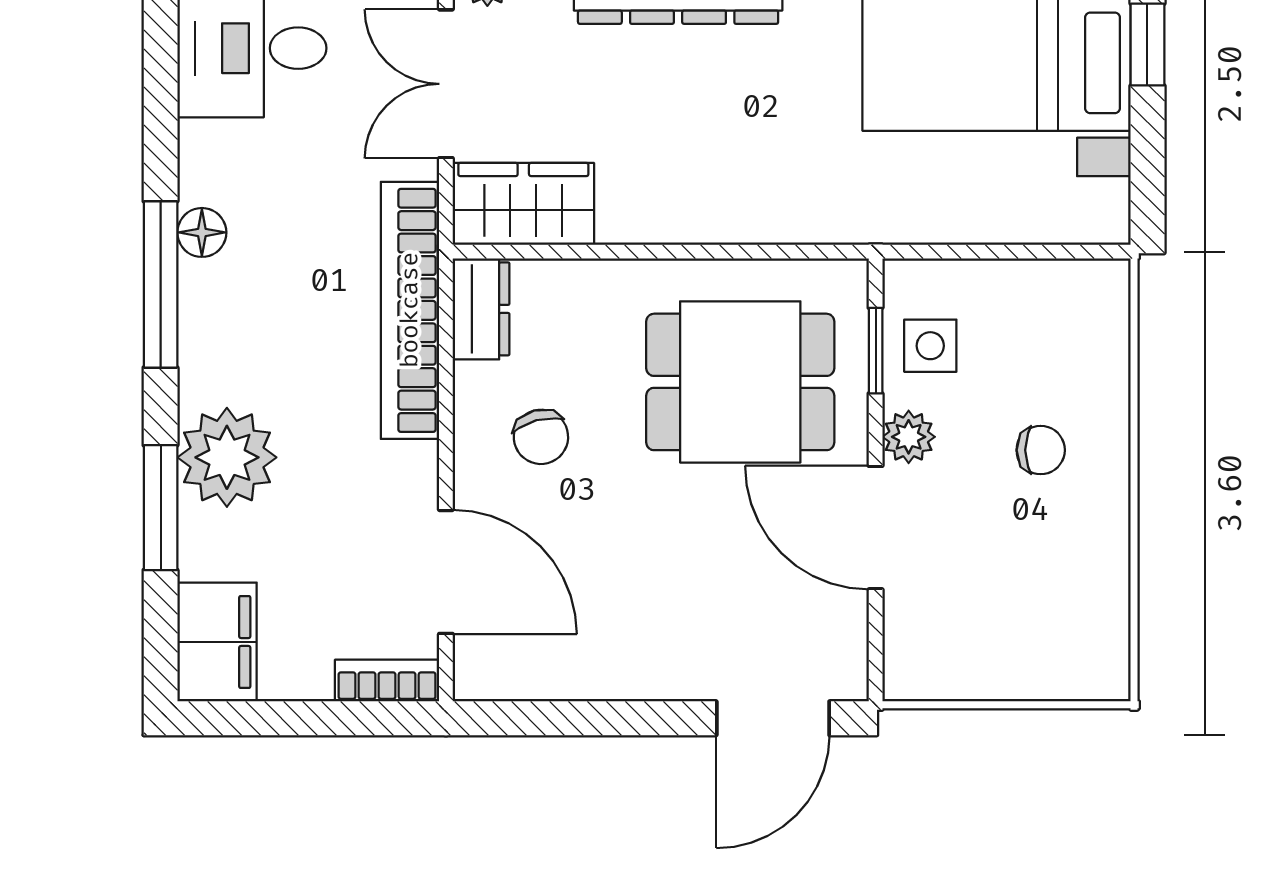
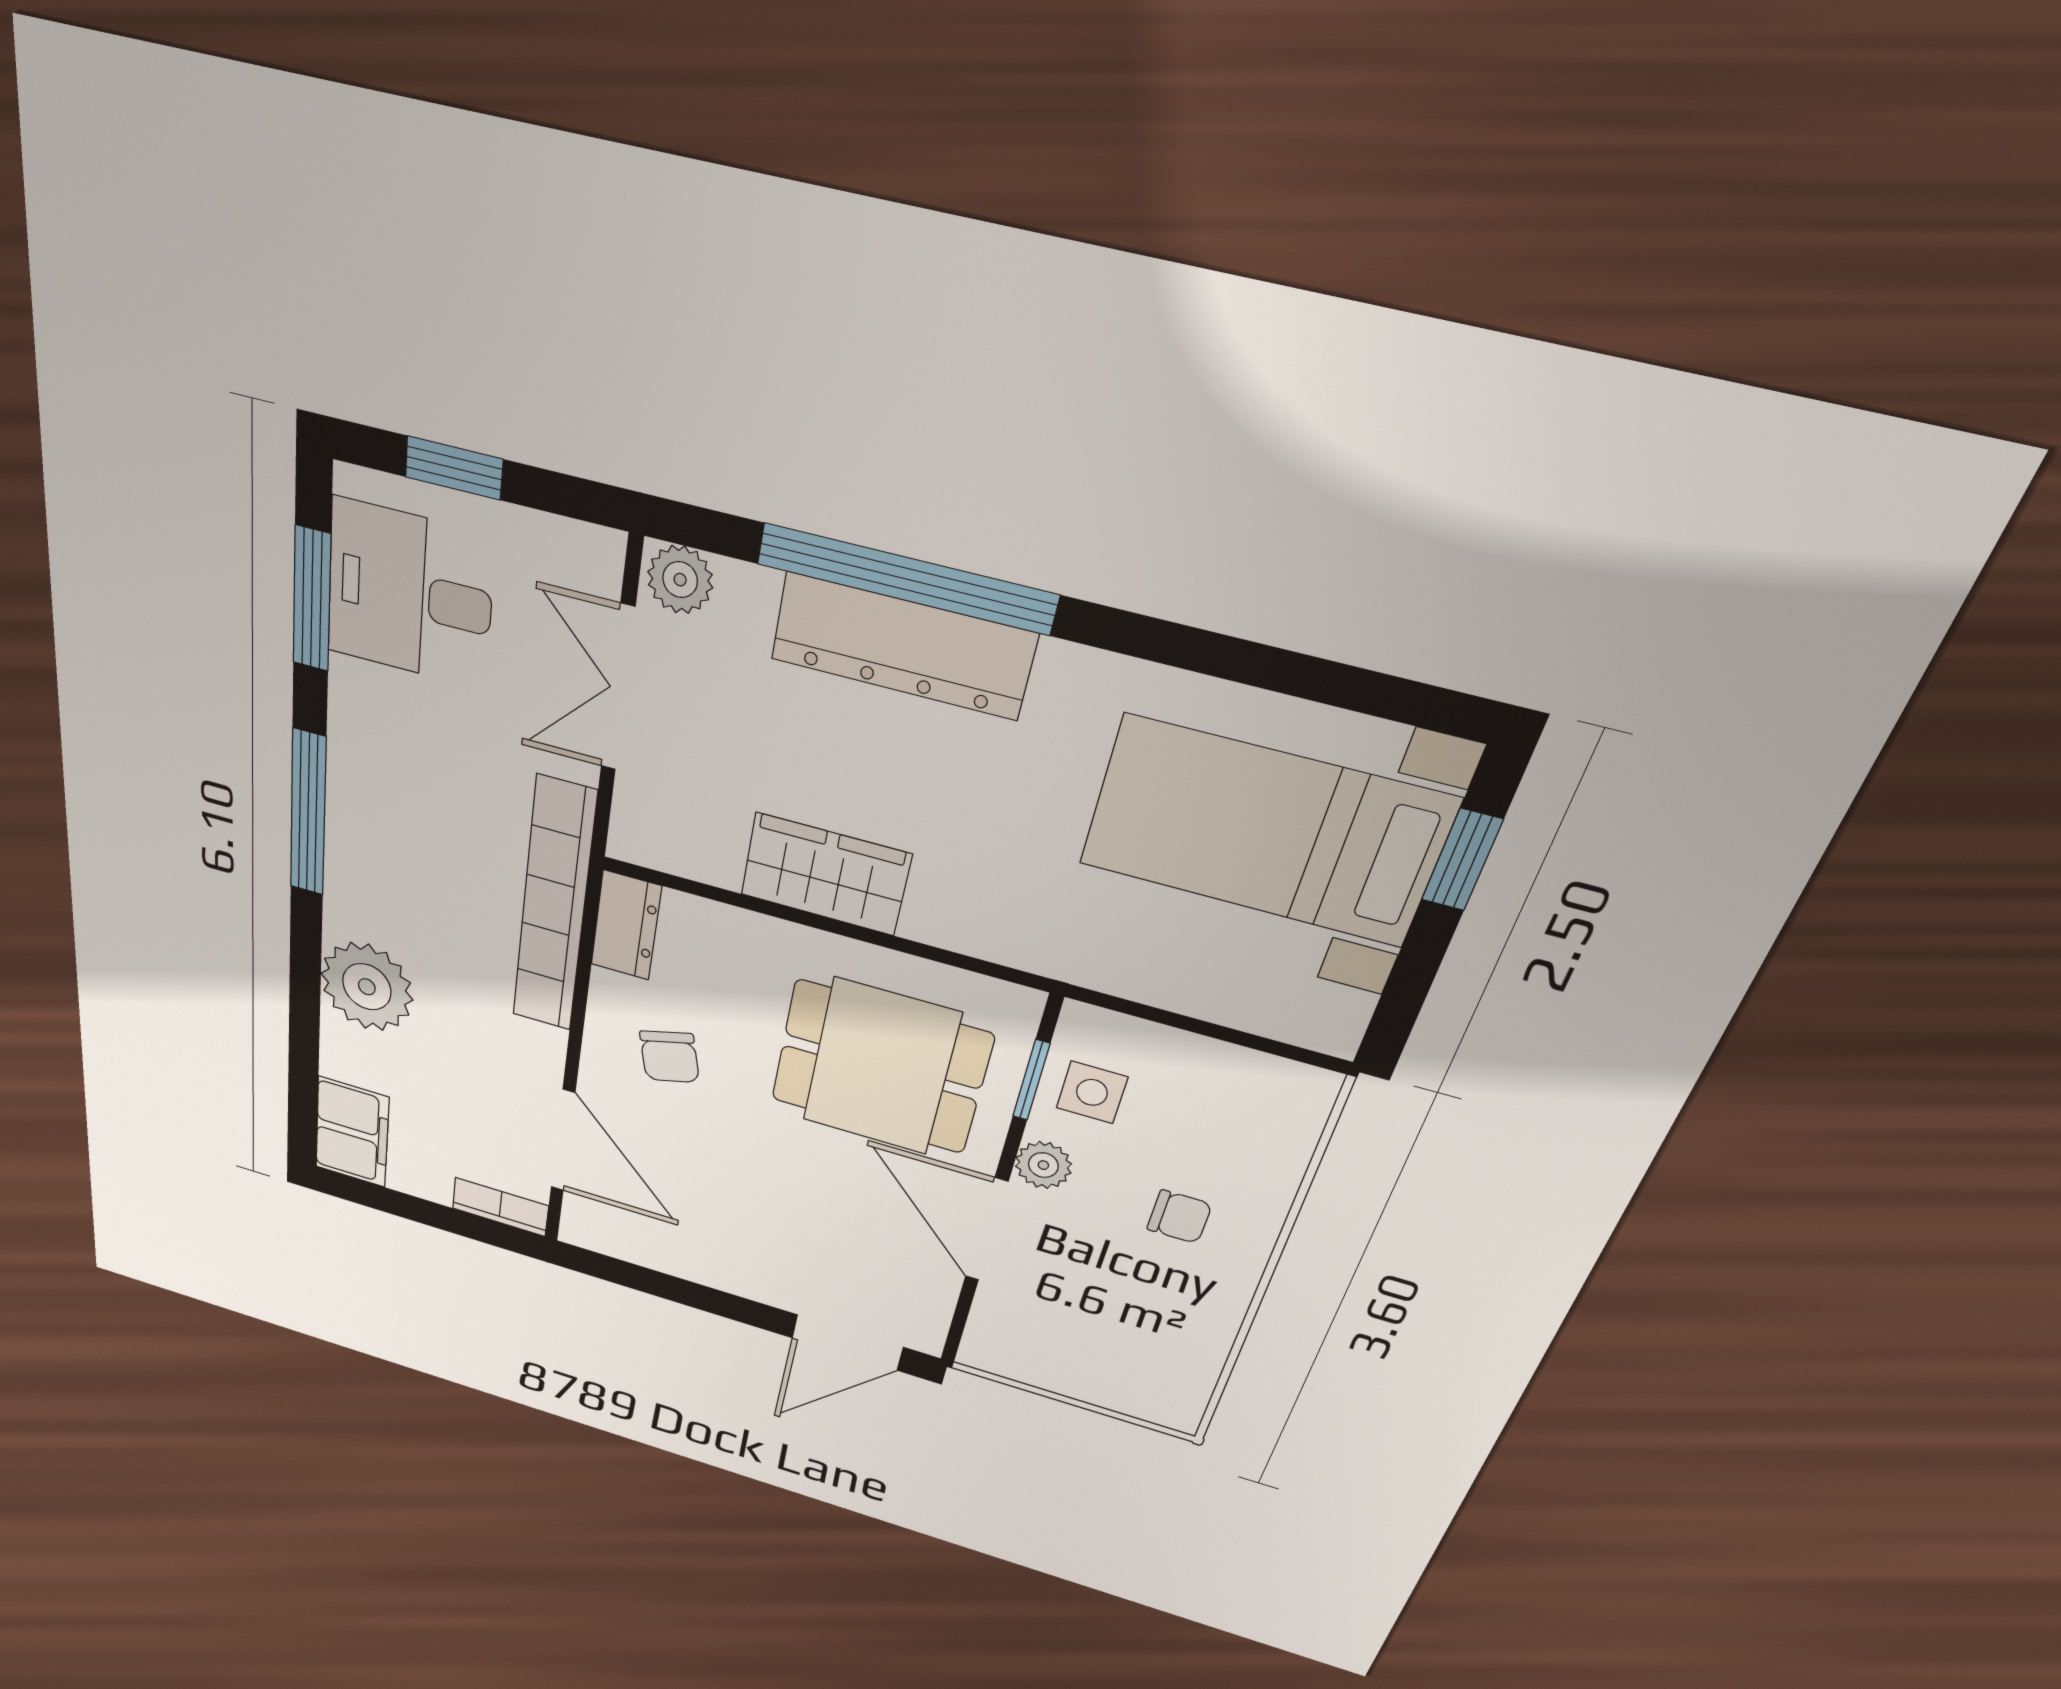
wardrobe: (523, 204) -> (825, 874), moved
floor lamp: (202, 232) -> (350, 774), removed
window: (161, 508) -> (312, 599), moved

